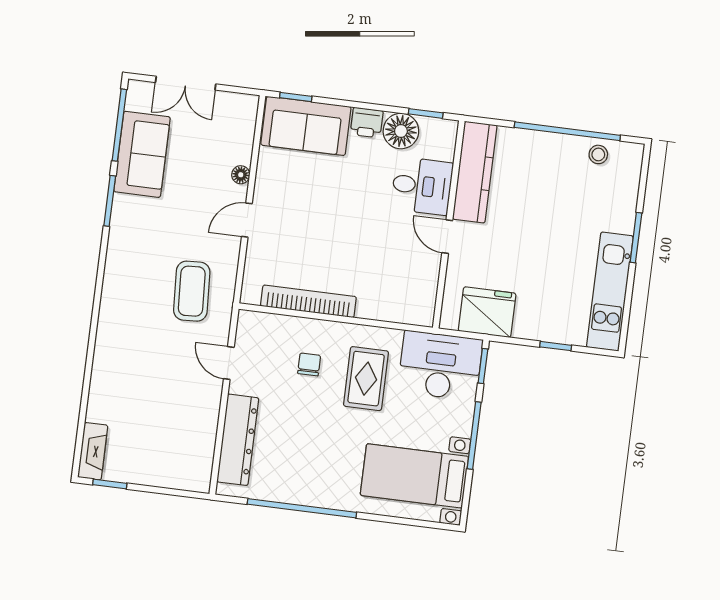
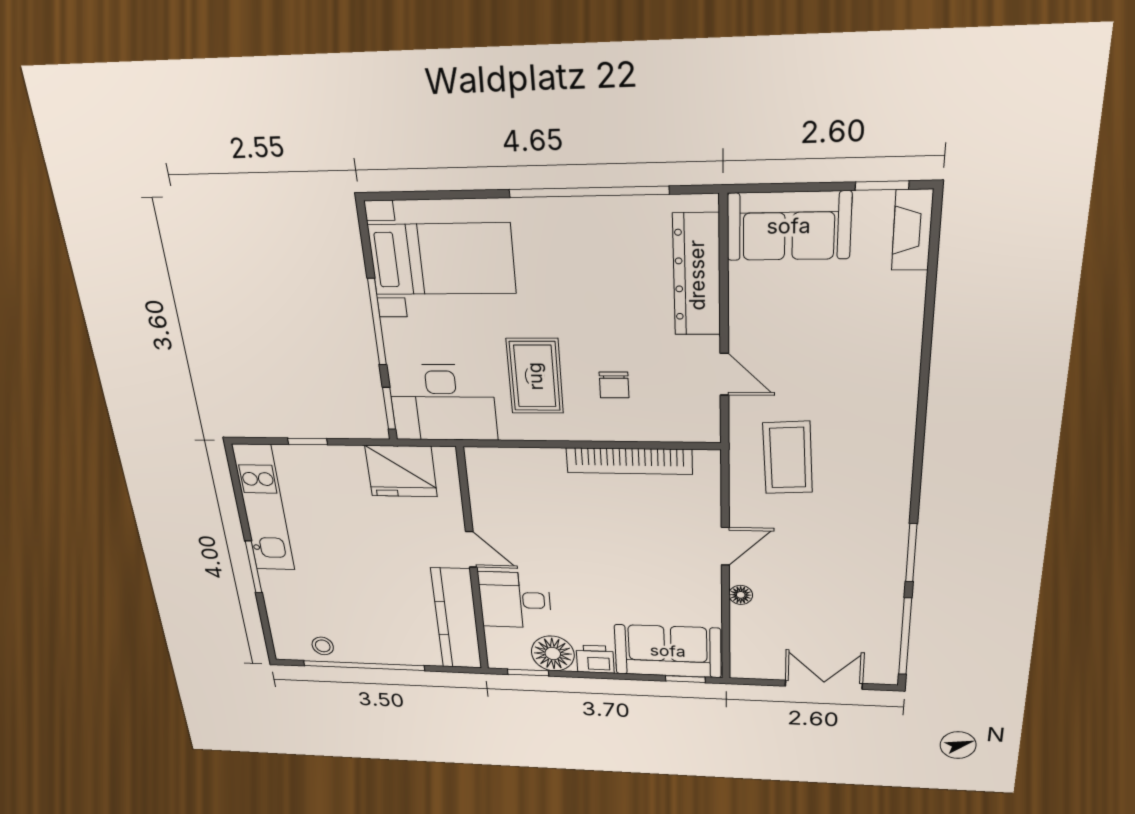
sofa: (142, 154) -> (789, 226), moved, turned -90

